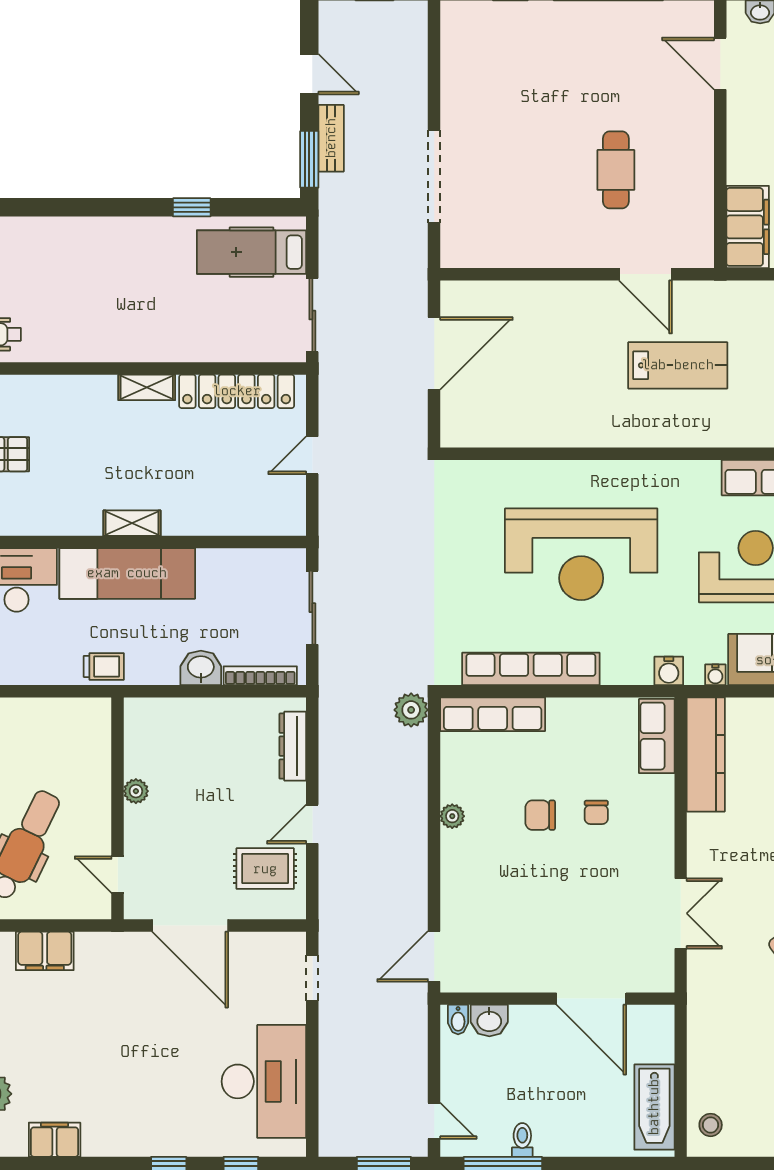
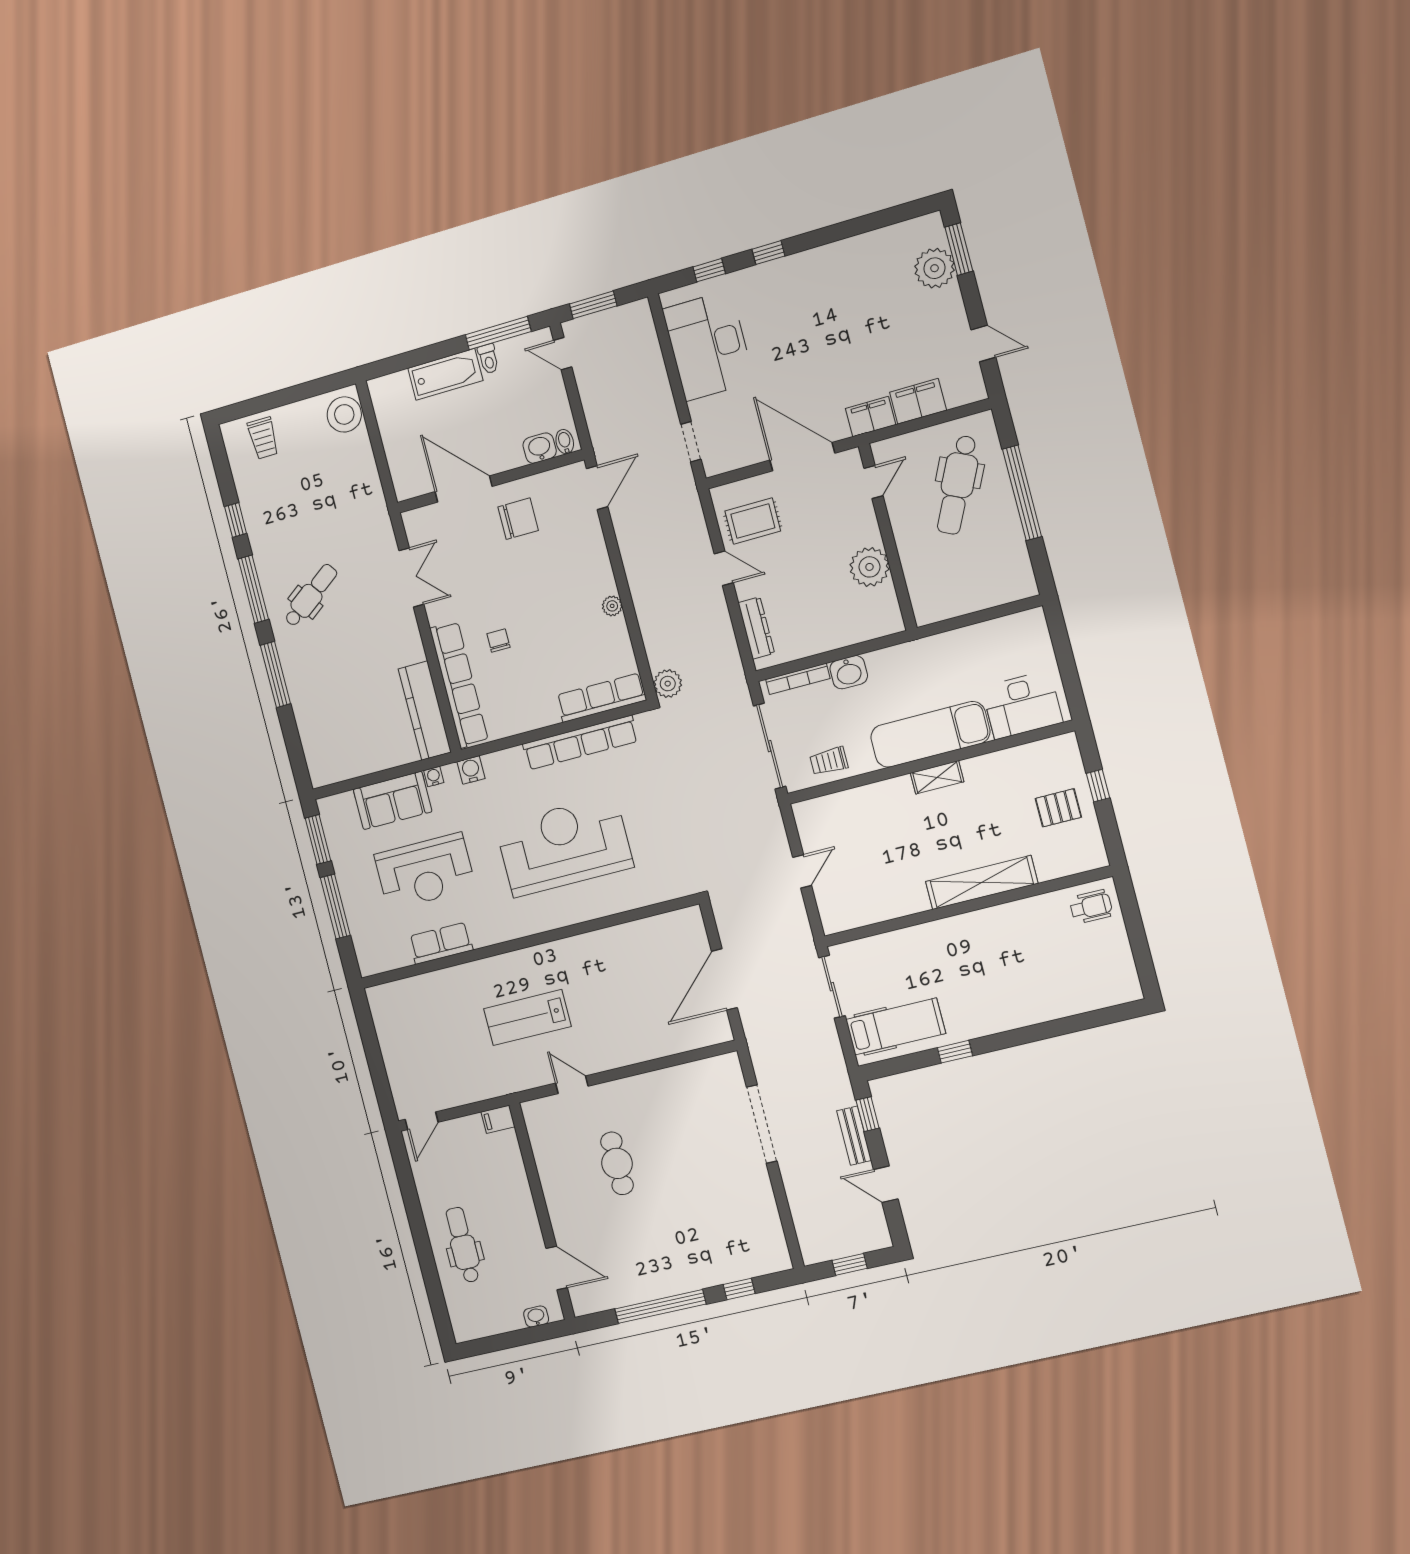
window: (309, 159) -> (868, 1114), width x0.67
filing cabinet: (748, 227) -> (498, 1119), width x0.33, depth x0.86
door: (645, 274) -> (572, 1085), width x0.73
shelving: (147, 387) -> (982, 882), width x2.20, depth x1.33
locker: (237, 391) -> (878, 908), removed
sliding door: (312, 608) -> (770, 746), width x1.37
trolley: (104, 666) -> (829, 761), moved
row of seats: (657, 736) -> (459, 685), width x2.02
plant: (136, 791) -> (869, 567), width x1.88, depth x1.88
chair: (540, 815) -> (518, 519), moved, width x1.37, depth x1.37
door: (312, 824) -> (724, 568), hinge flipped
door: (118, 875) -> (874, 482), hinge flipped
double door: (681, 913) -> (411, 577), swing flipped
bathtub: (654, 1107) -> (445, 374), moved, turned 90
stool: (711, 1125) -> (344, 414), width x1.89, depth x1.89
filing cabinet: (55, 1140) -> (871, 417), moved, turned 180

